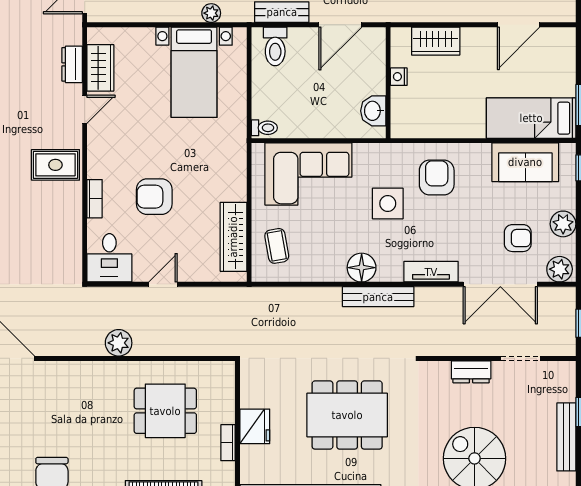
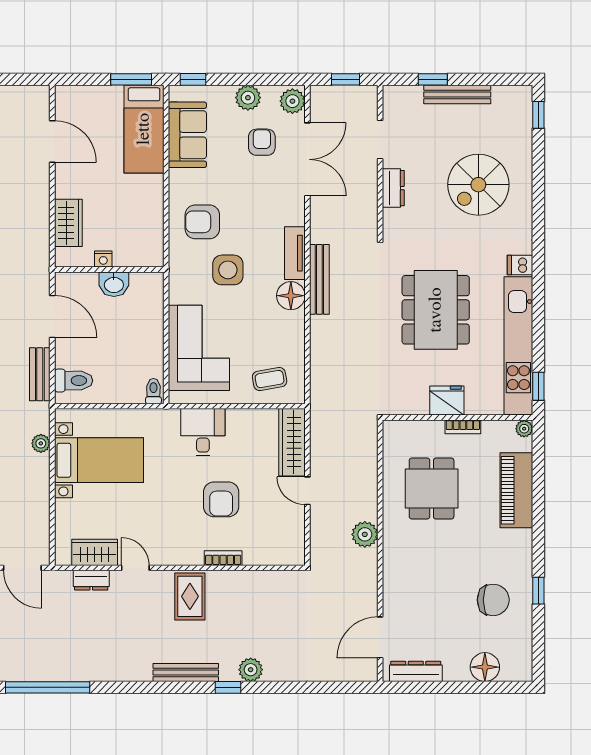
washbasin: (373, 111) -> (114, 284), moved
wardrobe: (233, 237) -> (292, 442), moved, turned 90
desk: (109, 258) -> (203, 432), moved, turned -90
tv unit: (431, 272) -> (295, 253), moved

